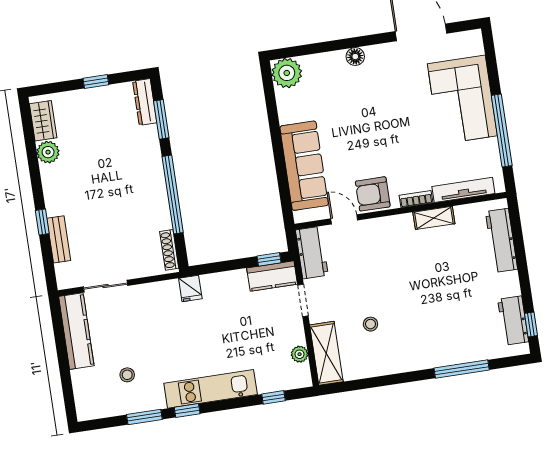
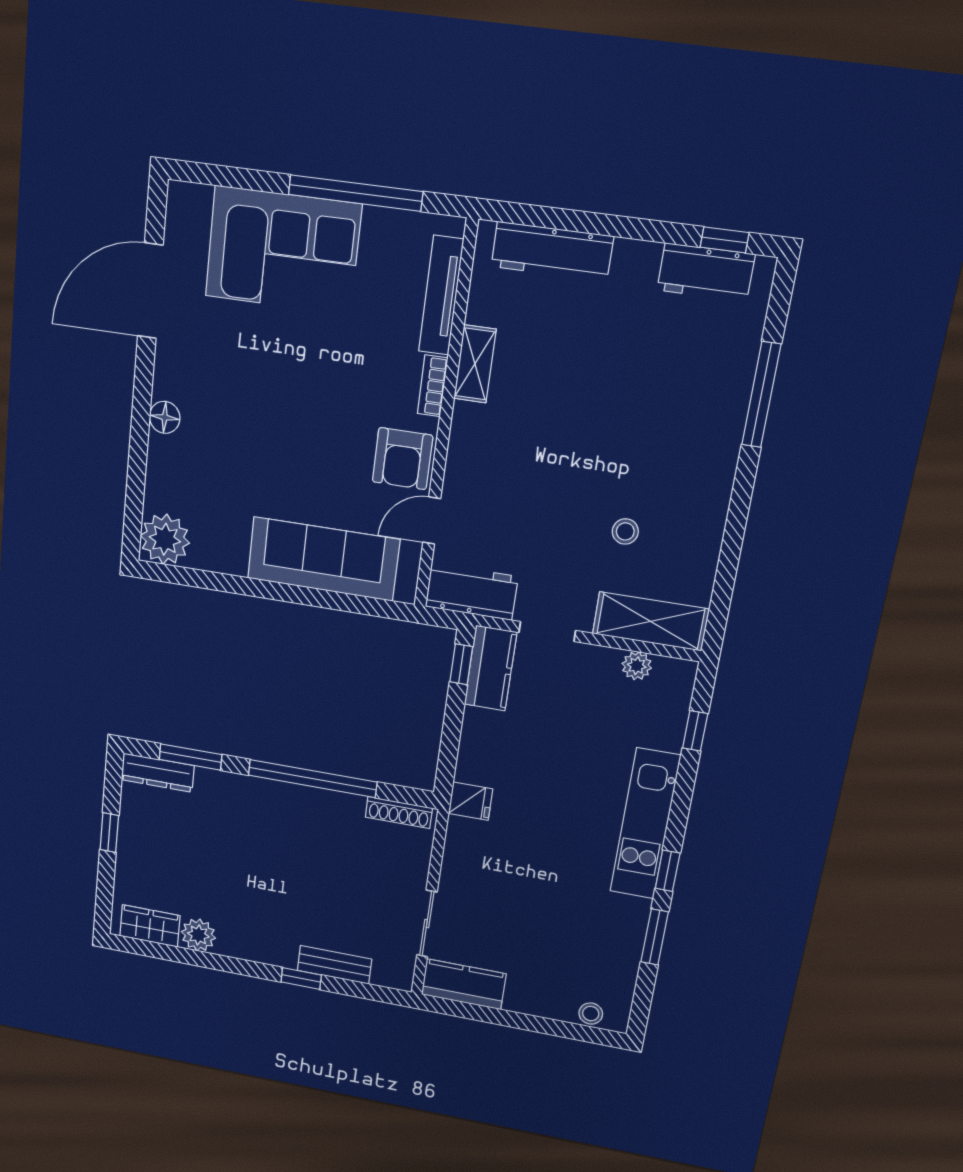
kitchen counter: (76, 331) -> (464, 984), width x0.67
stool: (127, 375) -> (591, 1014), moved

